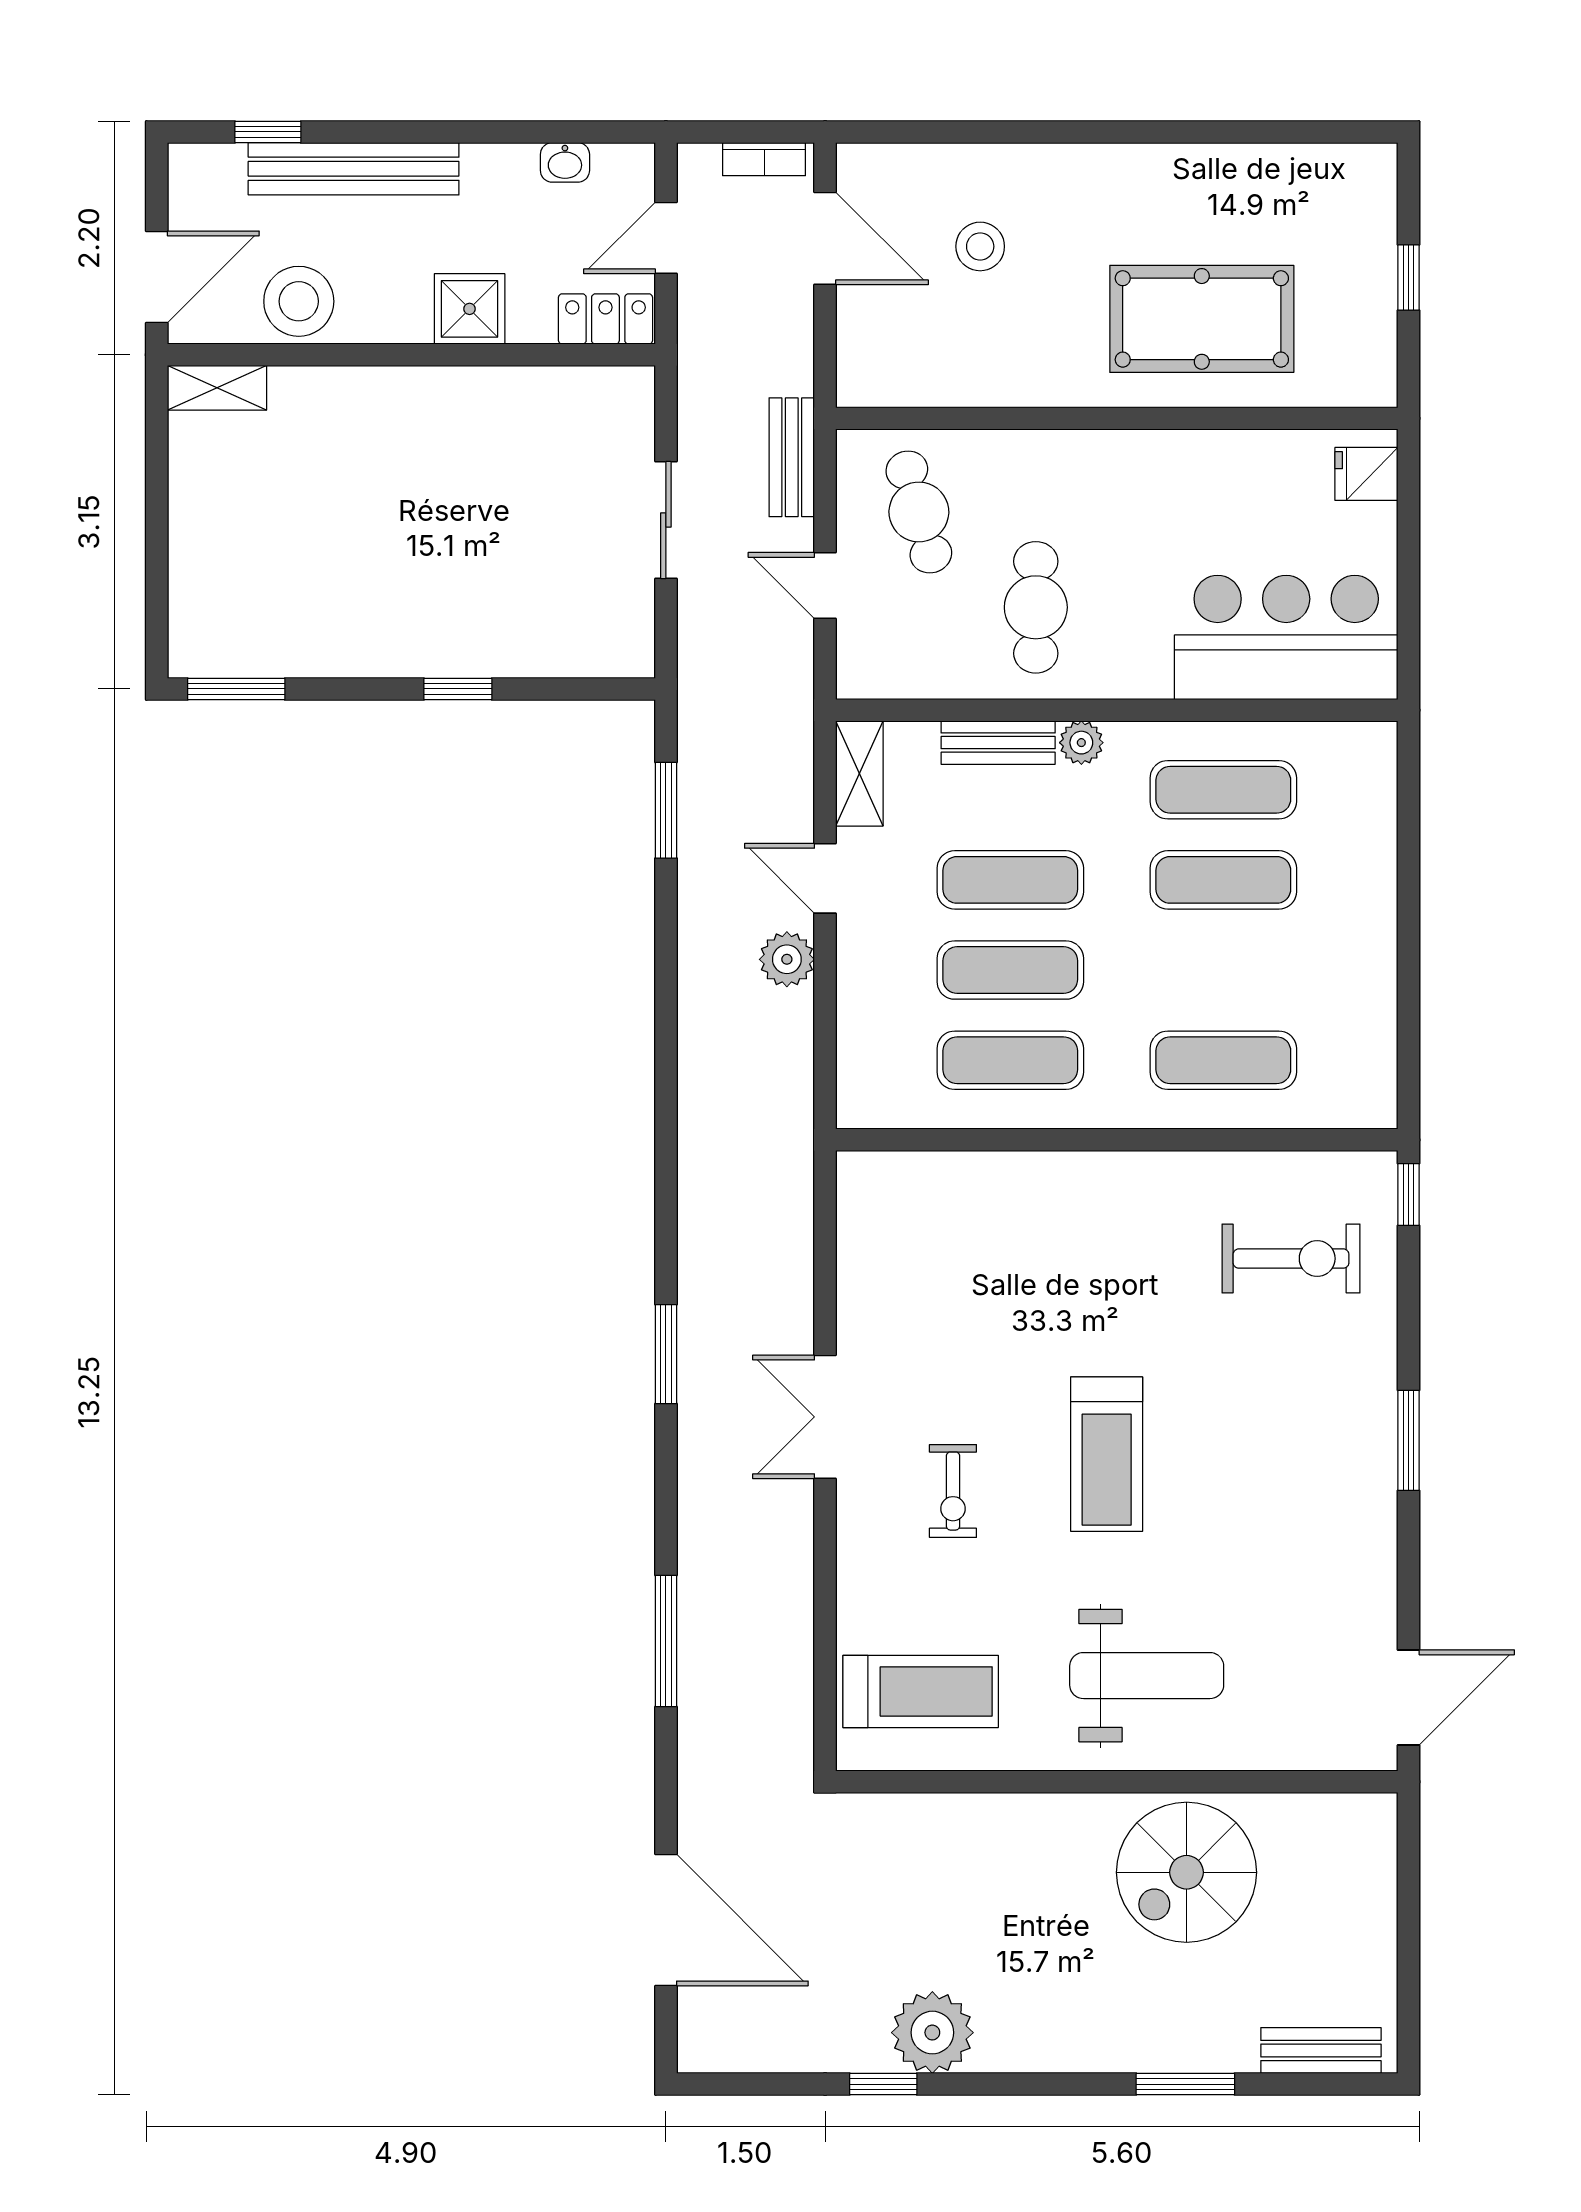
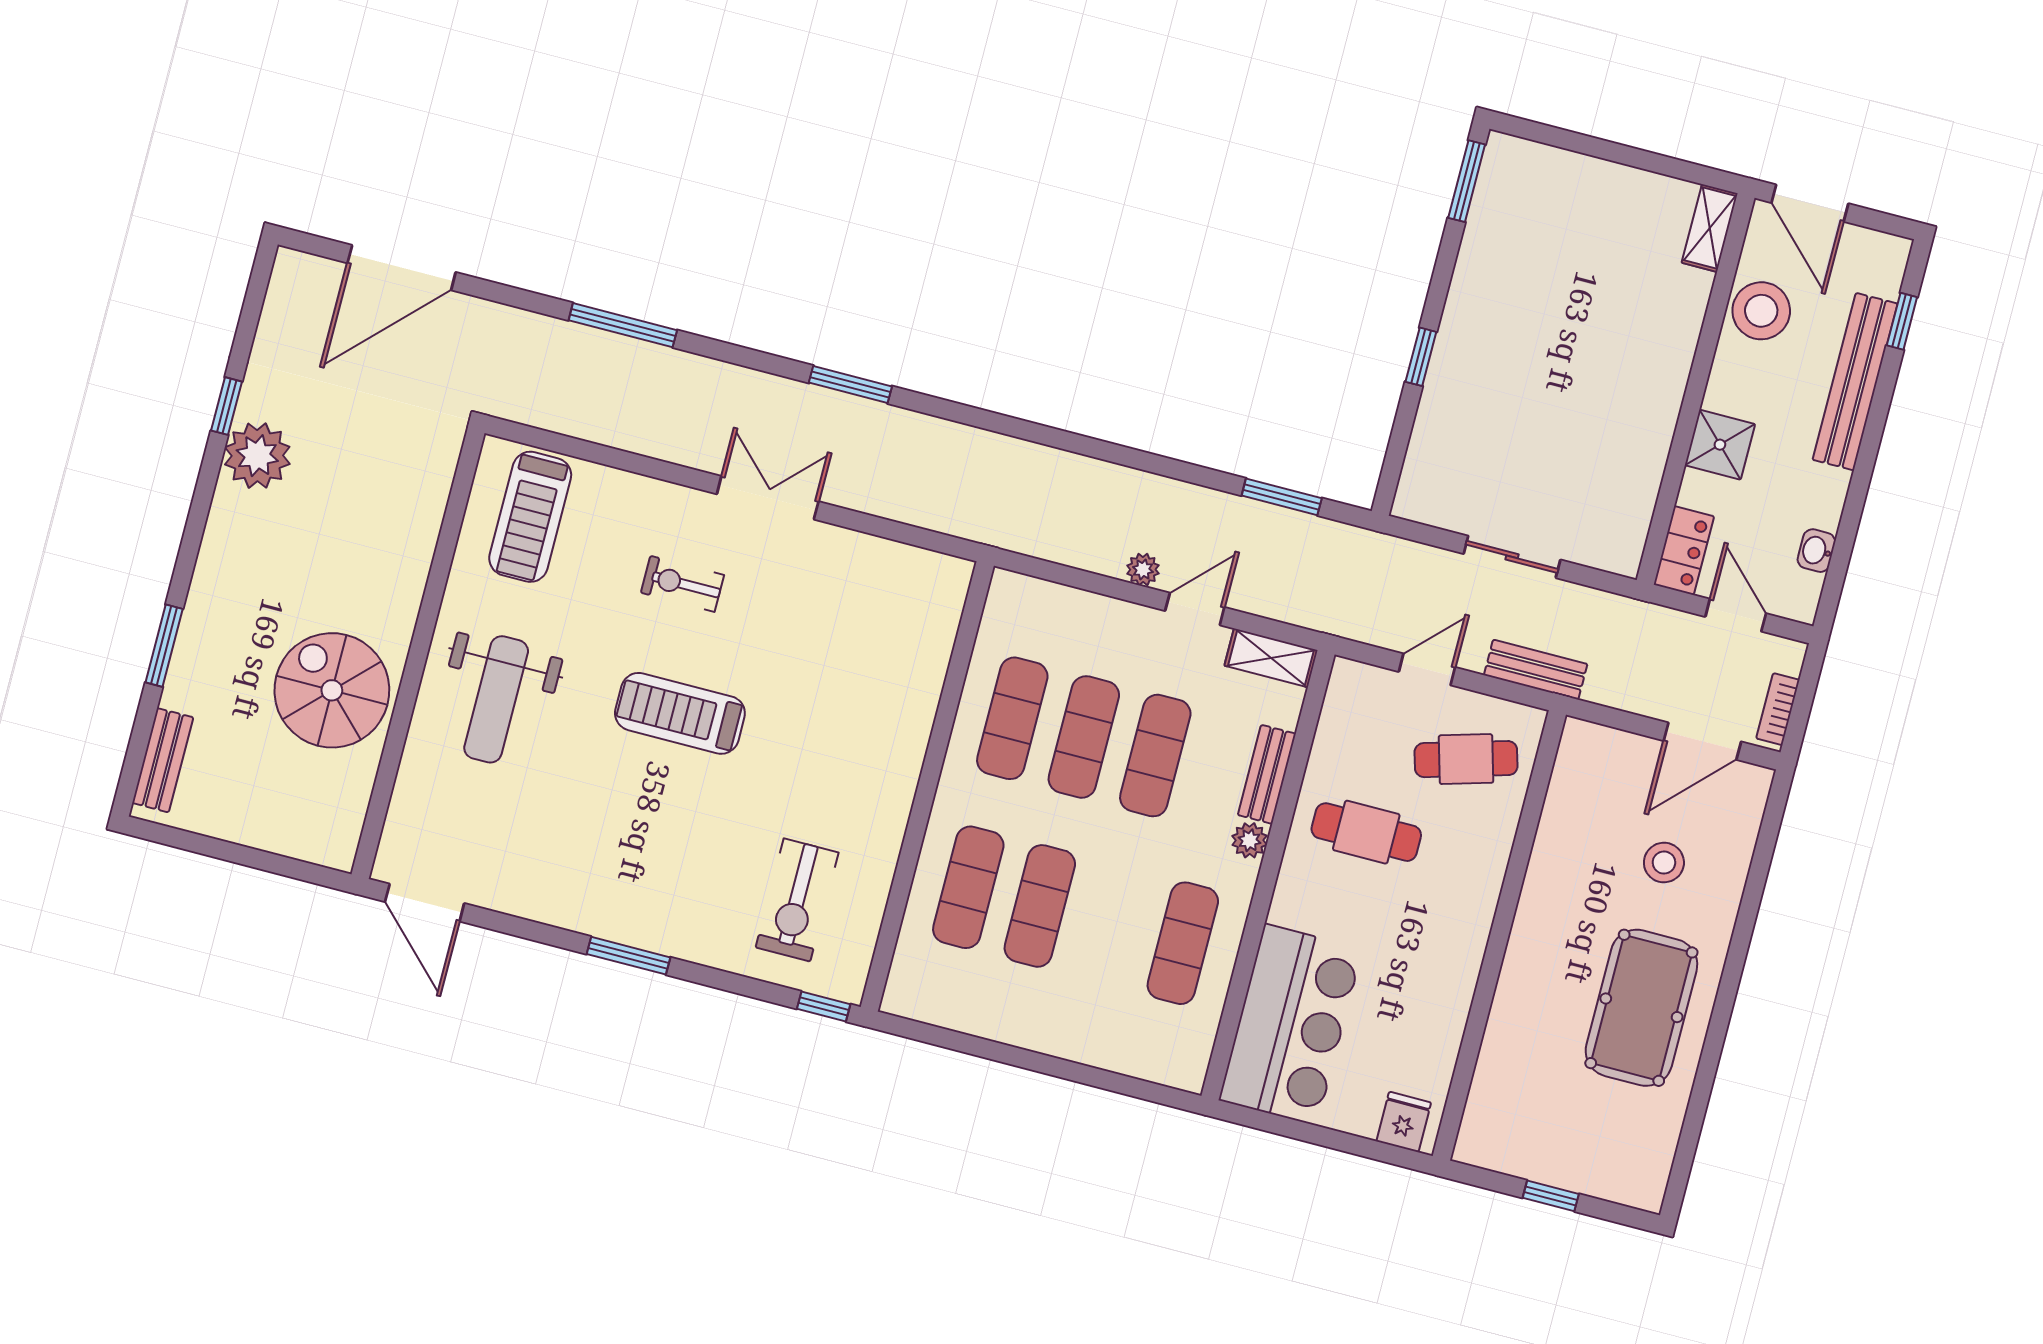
pool table: (1202, 319) -> (1641, 1008), moved
exercise mat: (1223, 880) -> (1040, 906), moved
plant: (787, 959) -> (1143, 570), width x0.73, depth x0.73

